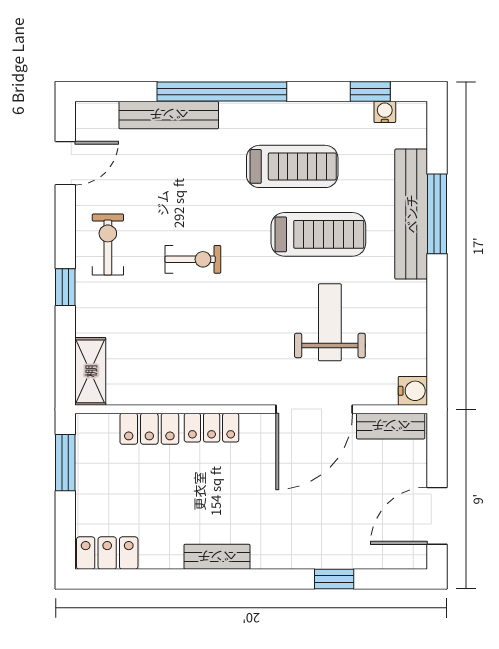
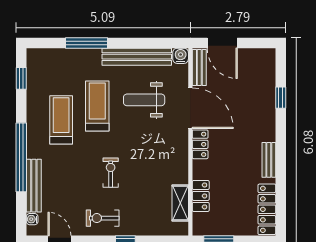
water cooler: (385, 112) -> (32, 219), moved
bench: (411, 214) -> (137, 57), moved
shelving: (90, 371) -> (180, 203), moved, turned 90
locker: (212, 428) -> (200, 144), moved
door: (437, 516) -> (222, 43), moved
locker: (107, 553) -> (267, 209), width x1.53

